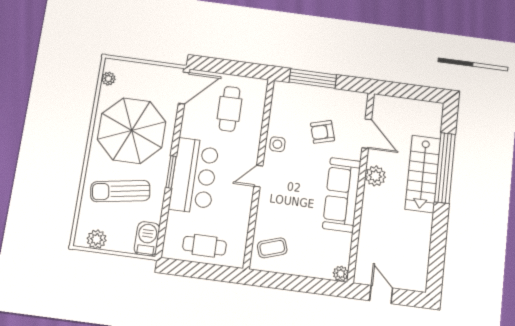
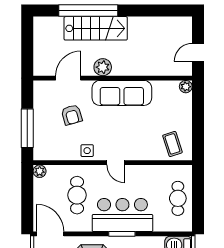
plant: (260, 86) -> (40, 171), added
cafe table: (230, 109) -> (77, 195), moved, turned 90

